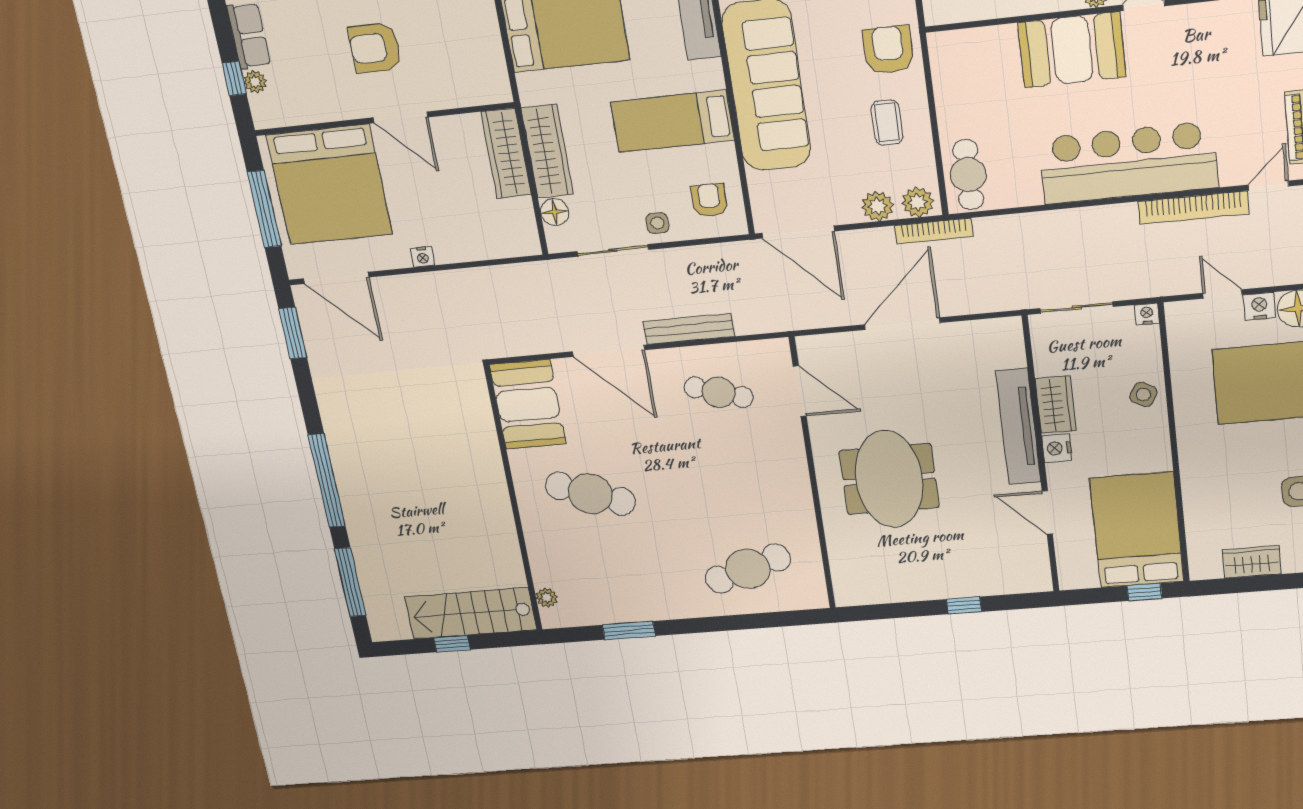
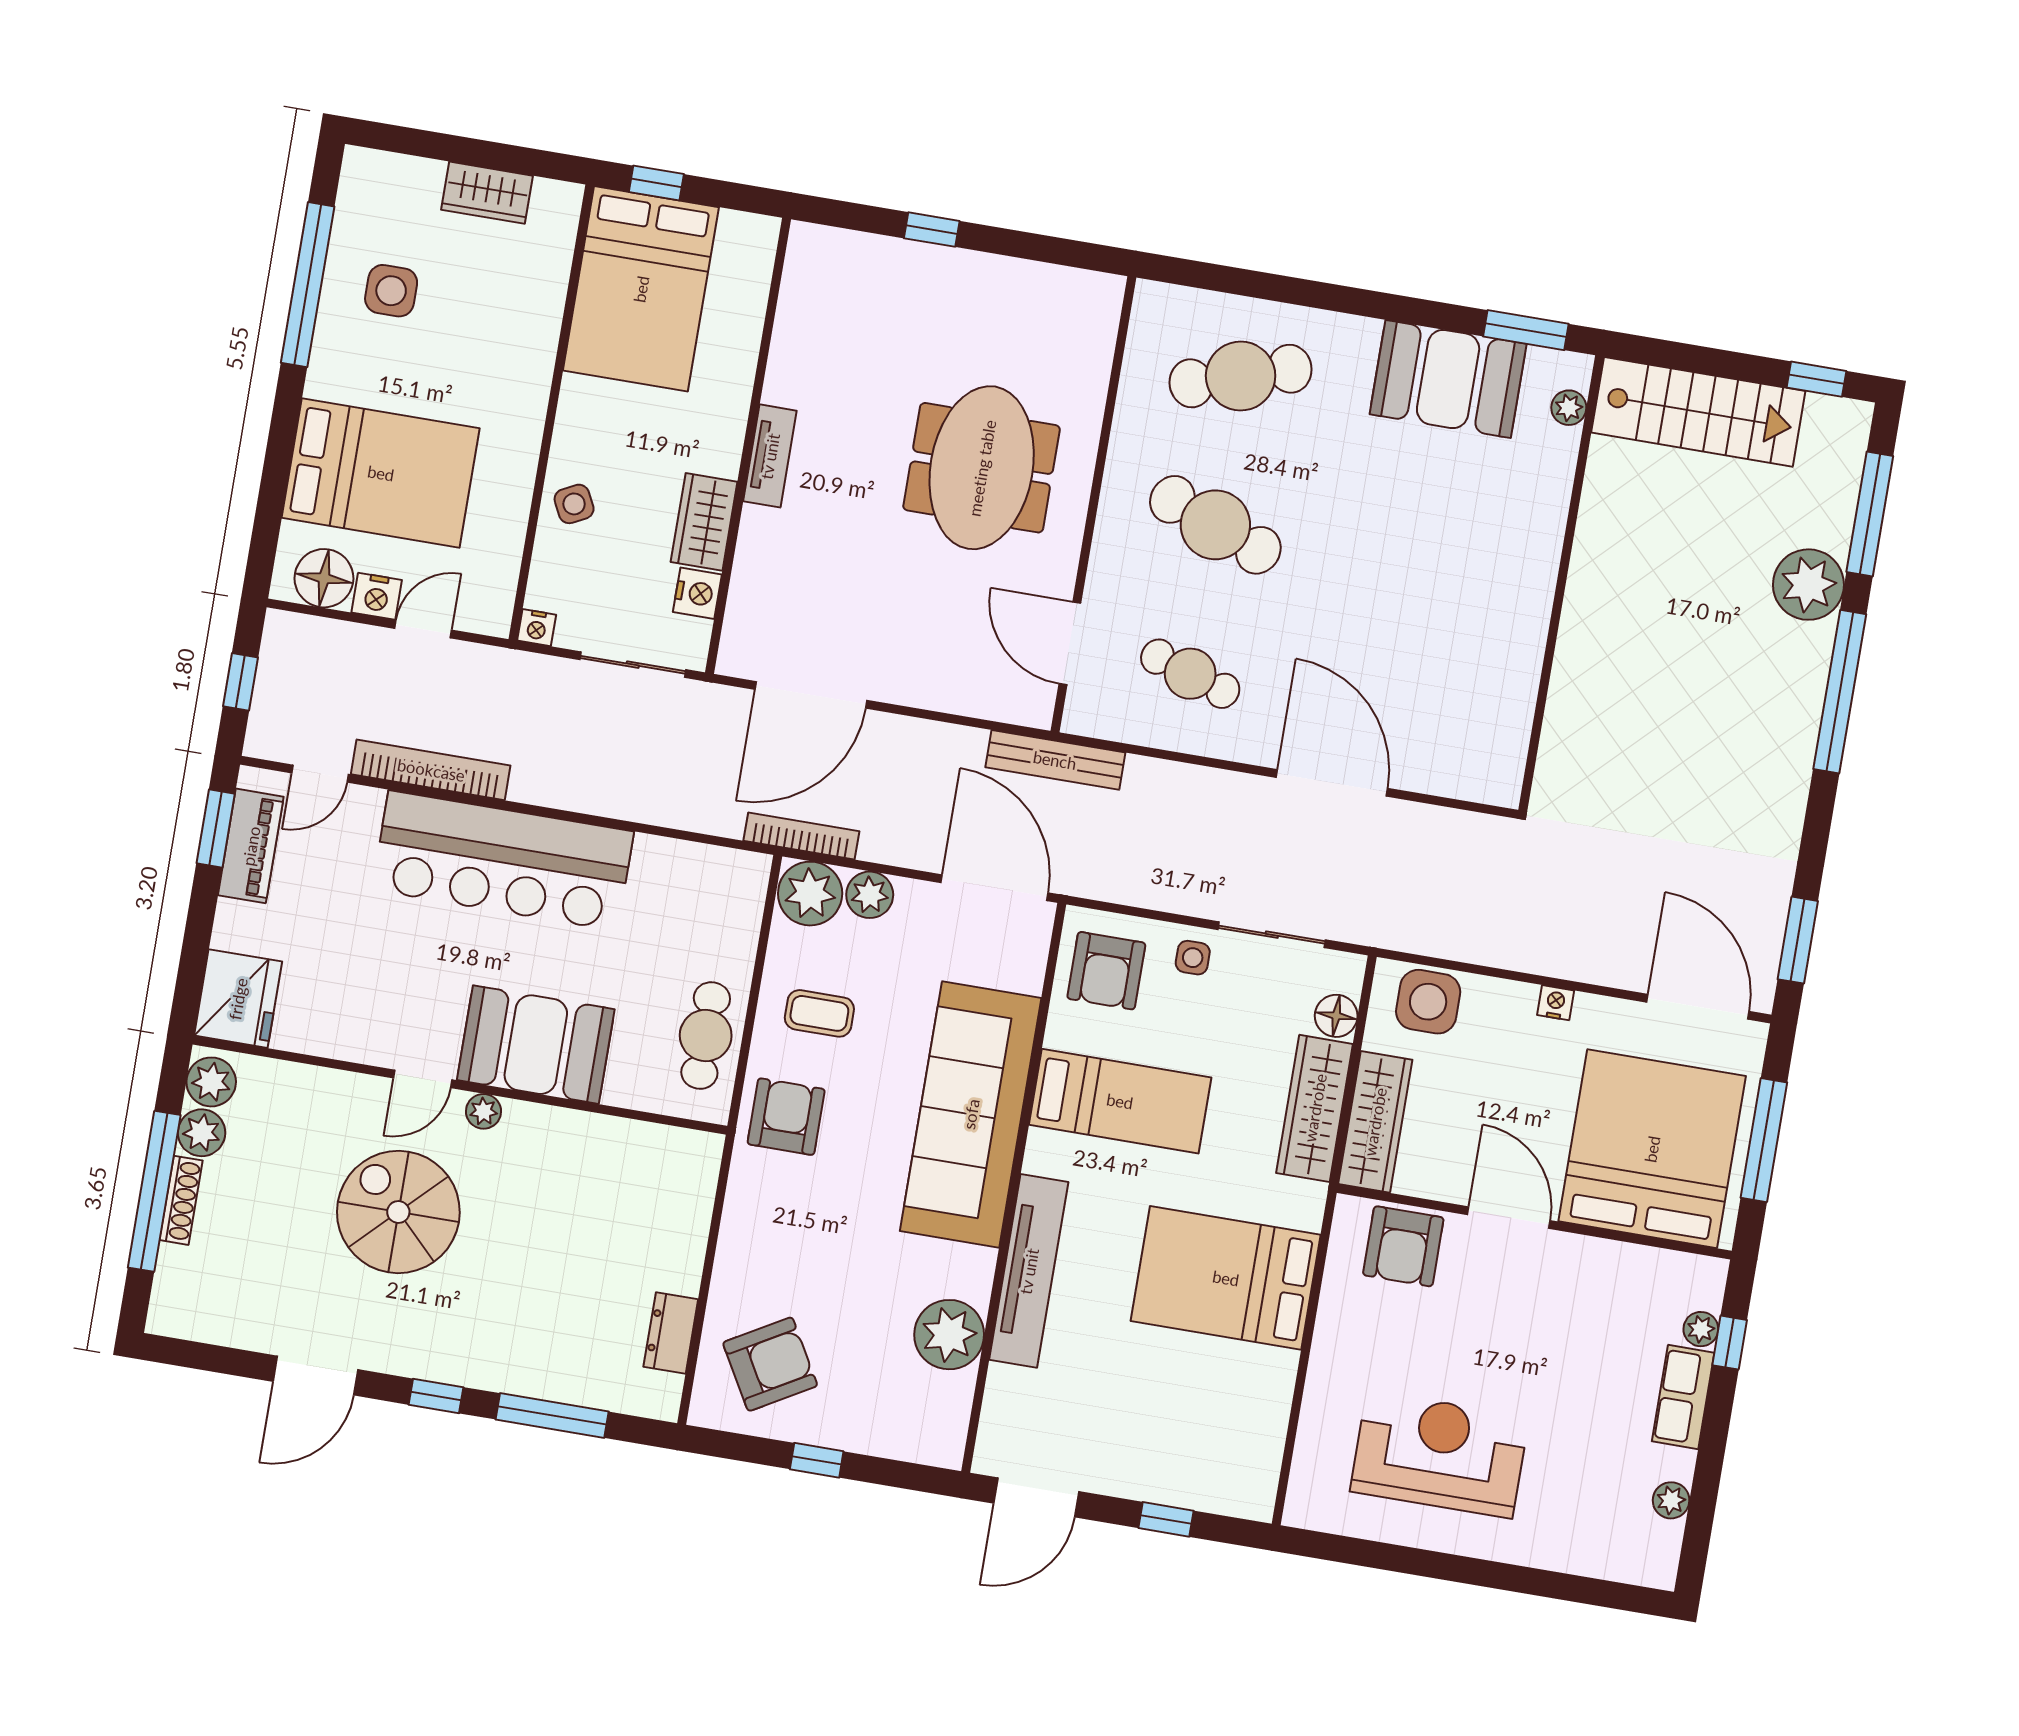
armchair: (375, 48) -> (1403, 1246), moved, turned 90
armchair: (888, 50) -> (786, 1117), turned 180
coffee table: (887, 123) -> (819, 1013), turned 90
cafe table: (968, 175) -> (706, 1036), moved
armchair: (709, 200) -> (1106, 971), width x1.38, depth x1.38
plant: (918, 202) -> (810, 894), width x1.36, depth x1.36
side table: (501, 236) -> (1428, 1002), added
door: (1222, 294) -> (423, 629), swing flipped
door: (902, 324) -> (811, 695), moved
bench: (689, 329) -> (1055, 760), moved
side table: (1143, 395) -> (574, 504), turned 32
booth: (528, 404) -> (1448, 379), moved, turned 90
tv unit: (1018, 427) -> (770, 456), width x0.52, depth x0.78
nightstand: (1057, 448) -> (697, 593), moved
cafe table: (590, 494) -> (1215, 525), moved
door: (1047, 513) -> (764, 352), removed
plant: (369, 535) -> (1808, 585), added
window: (629, 630) -> (1526, 330), moved
window: (452, 644) -> (1817, 379), moved

